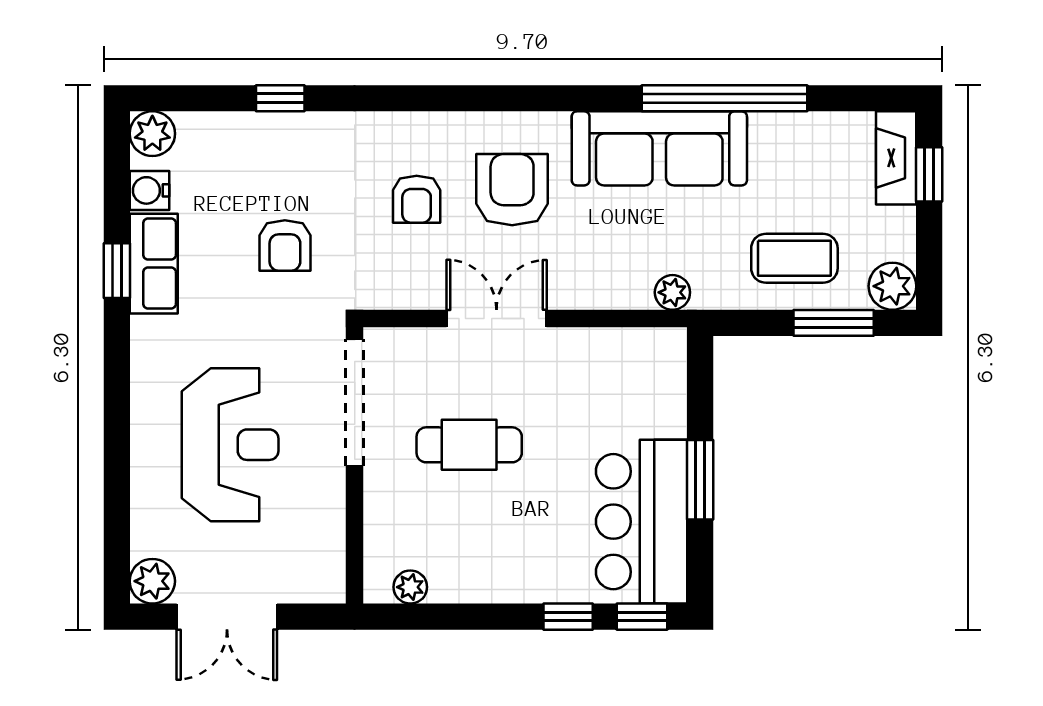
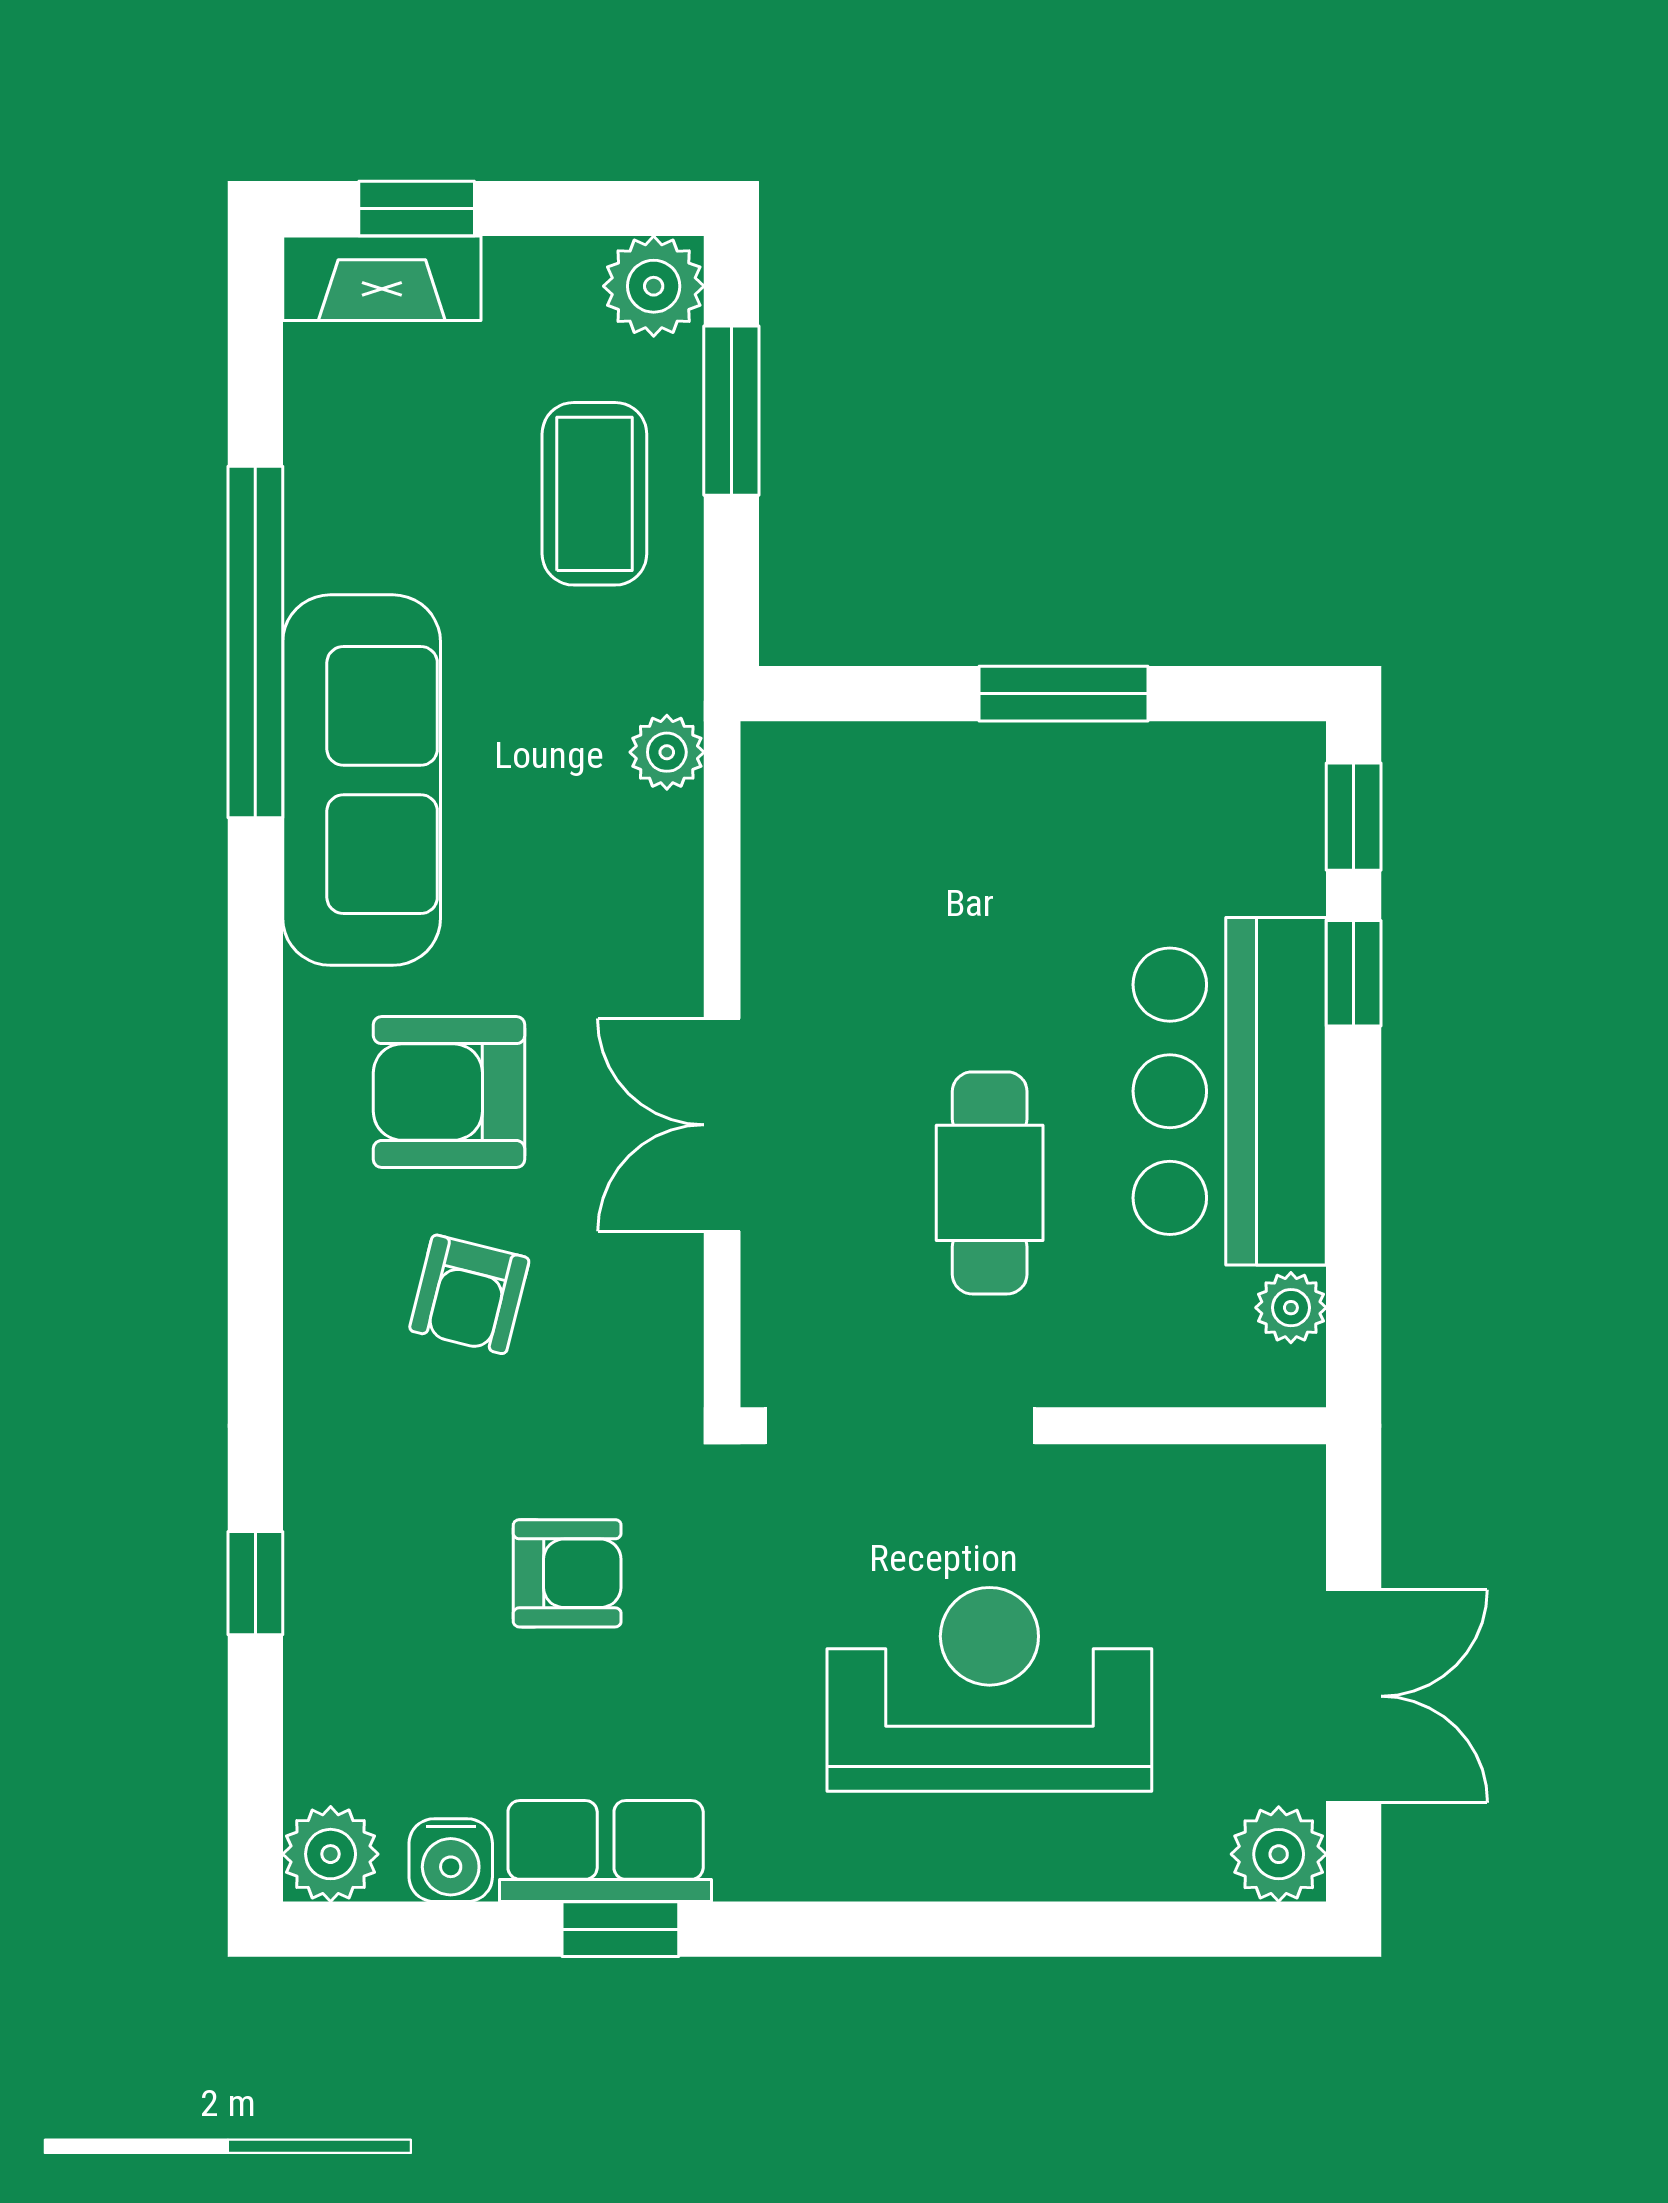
armchair: (417, 199) -> (469, 1294), turned 104
bar counter: (642, 522) -> (1230, 1091), moved, turned 90

